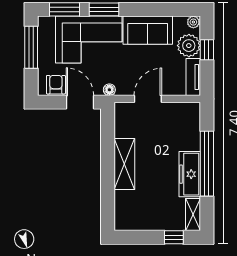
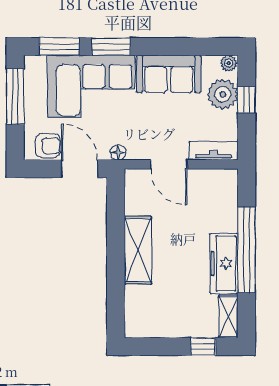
tv unit: (193, 77) -> (213, 151), moved, turned 90
armchair: (56, 85) -> (48, 146), turned 90
door: (148, 99) -> (169, 164), swing flipped

